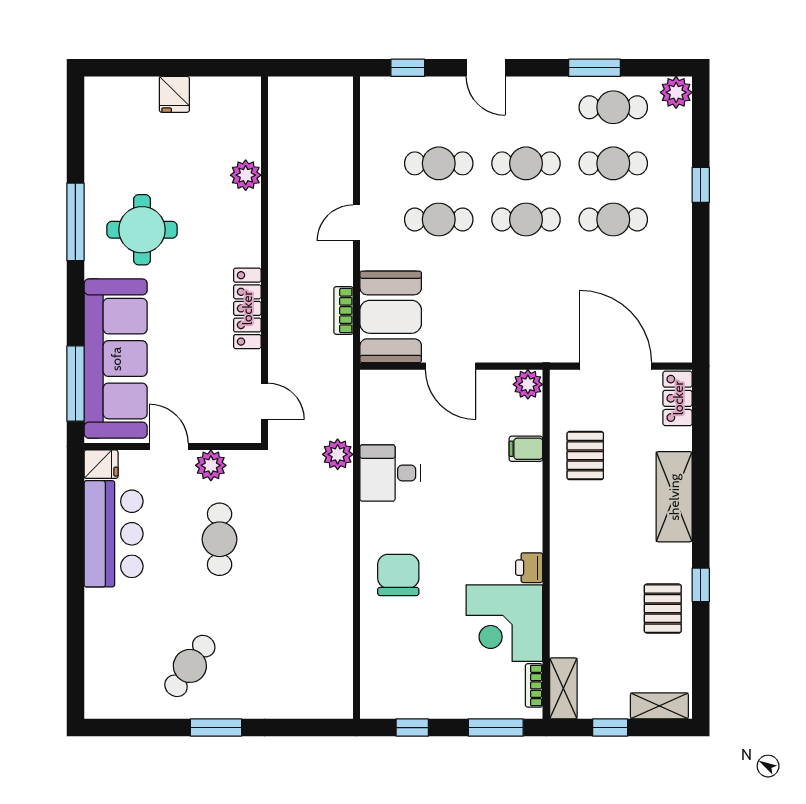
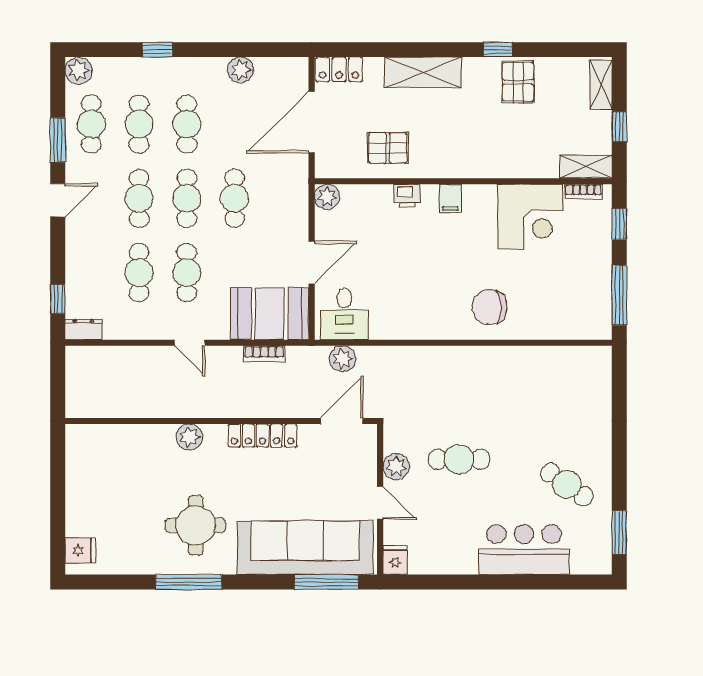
door: (486, 68) -> (58, 200), moved
fridge: (174, 94) -> (80, 550), moved
dresser: (372, 98) -> (84, 329), added
plant: (246, 175) -> (189, 437), moved
cafe table: (526, 276) -> (235, 198), added
plant: (677, 283) -> (241, 70), added
door: (265, 401) -> (342, 421), width x1.38
door: (169, 447) -> (380, 503), swing flipped
filing cabinet: (526, 449) -> (450, 198), moved
plant: (338, 454) -> (343, 359), moved
desk: (390, 473) -> (344, 314), moved
bar counter: (114, 534) -> (524, 549), moved
printer: (529, 568) -> (407, 196), moved
pallet: (663, 609) -> (518, 82), turned 90
window: (216, 728) -> (619, 532), moved
window: (412, 728) -> (619, 295), width x2.17
window: (496, 728) -> (619, 224), width x0.67

